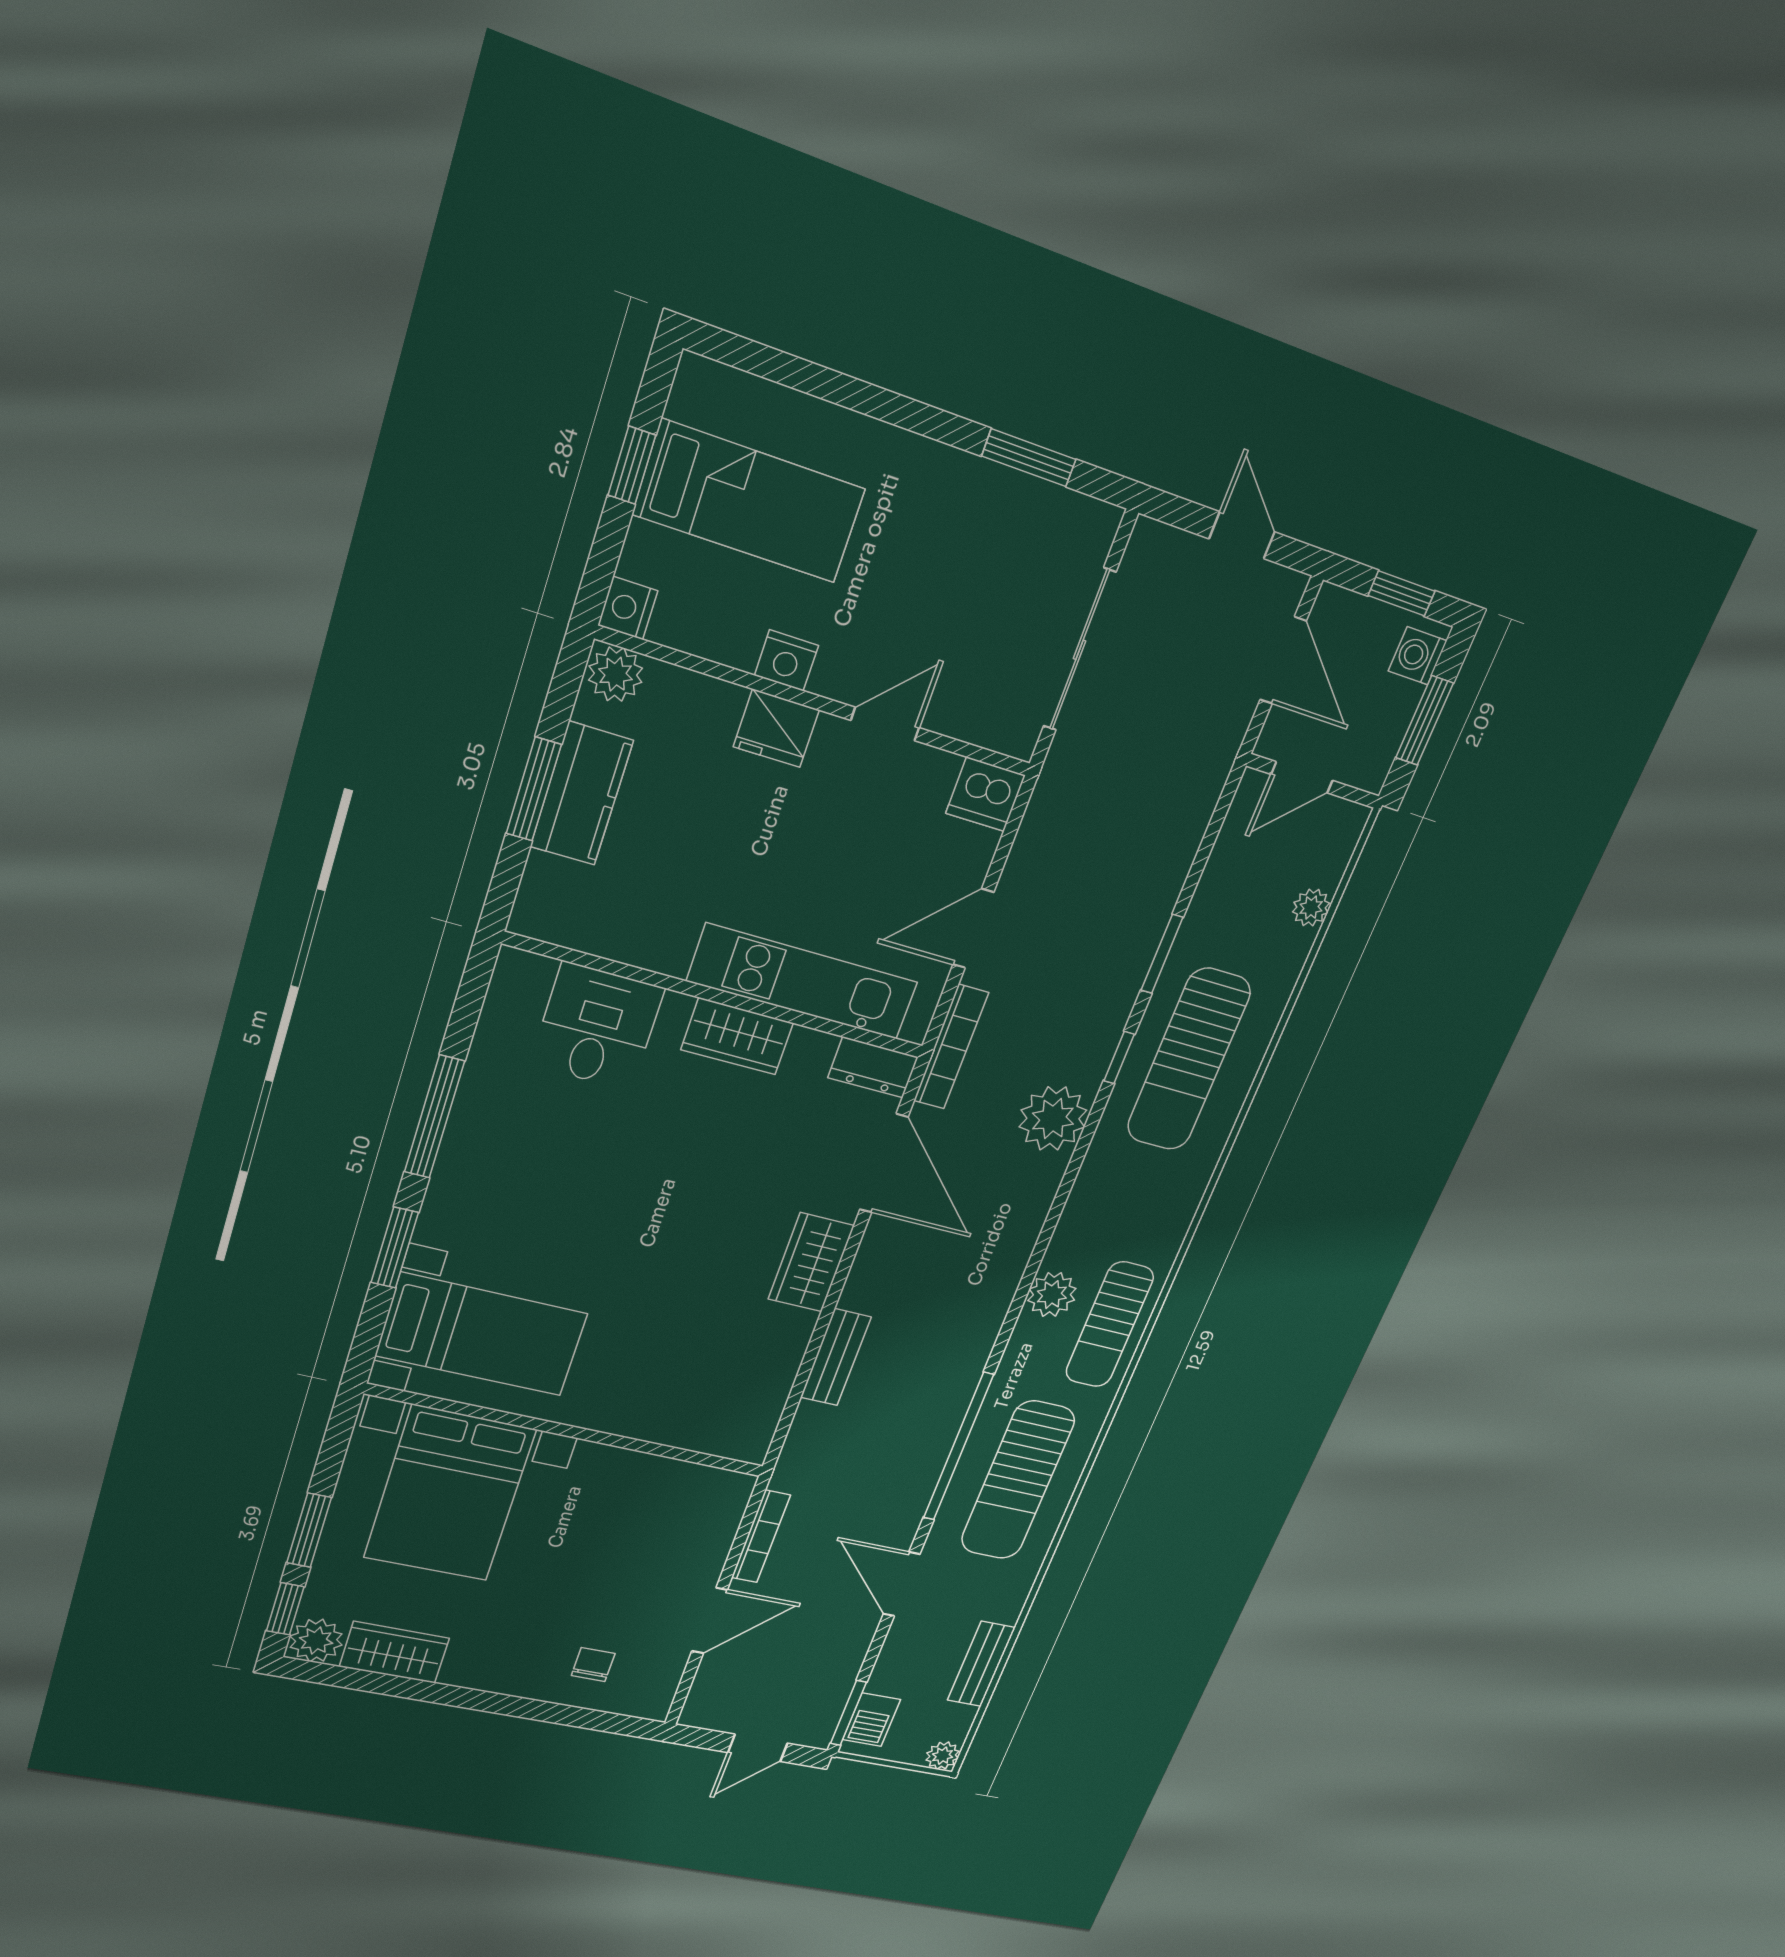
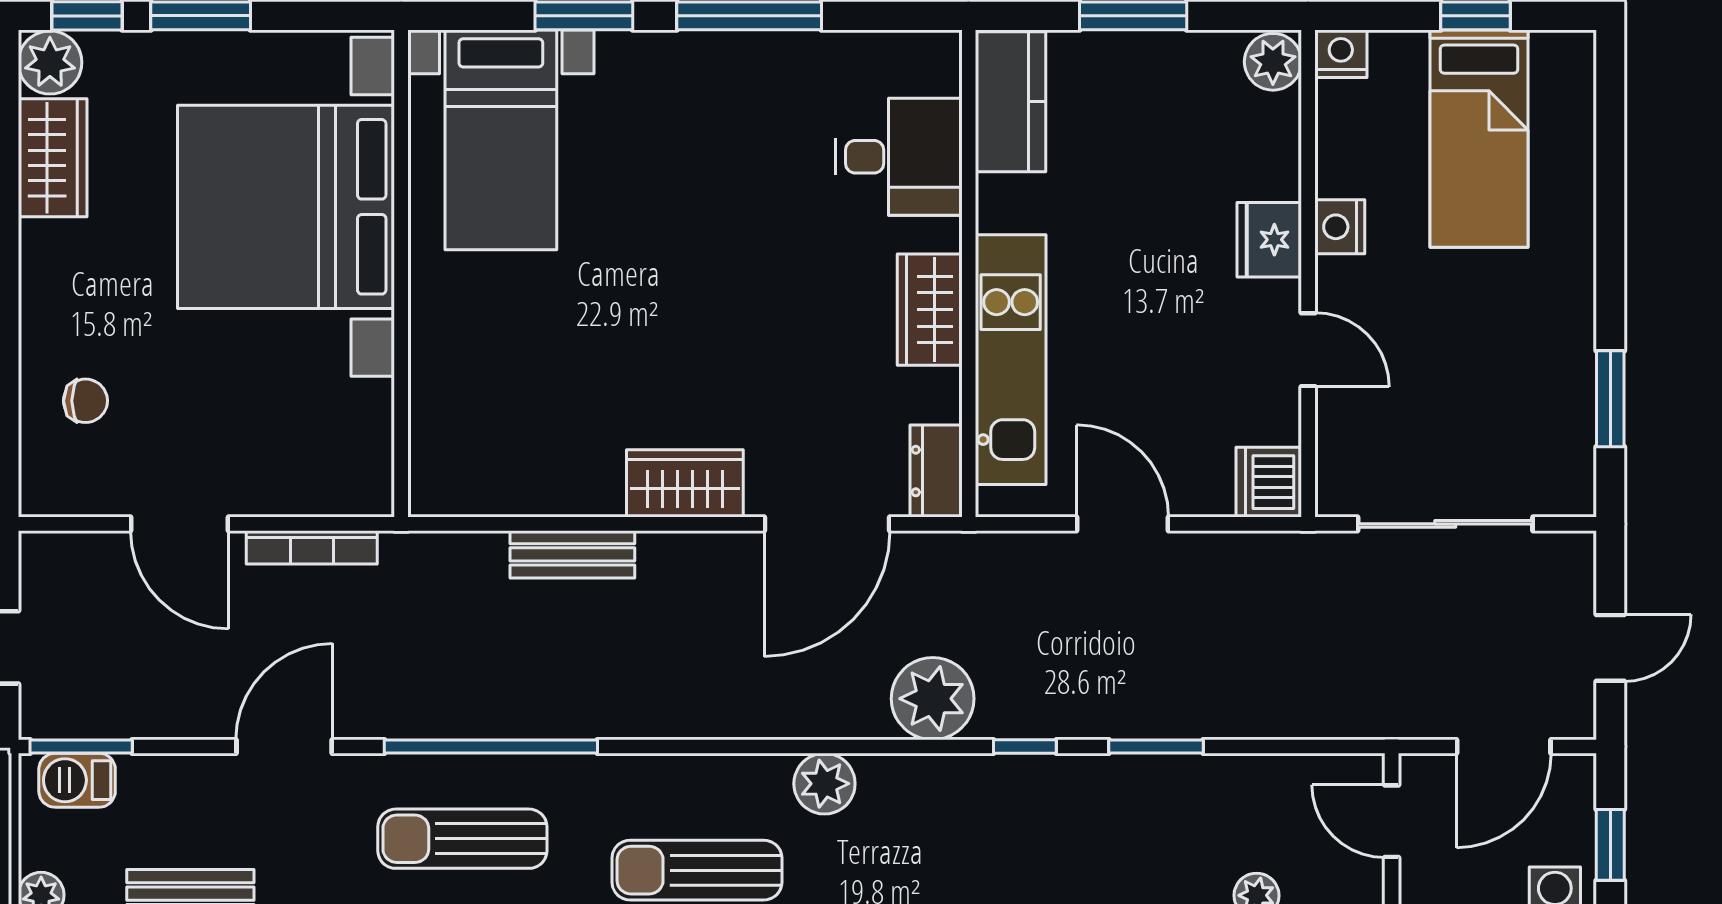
kitchen counter: (582, 794) -> (1010, 102), moved, turned -90
bookcase: (951, 1047) -> (984, 549), removed
sun lounger: (1189, 1060) -> (1045, 829), removed
plant: (1052, 1295) -> (824, 784), moved
sun lounger: (1018, 1480) -> (462, 839), width x0.73, depth x0.75
bed with nightstands: (450, 1494) -> (286, 207), width x1.36

